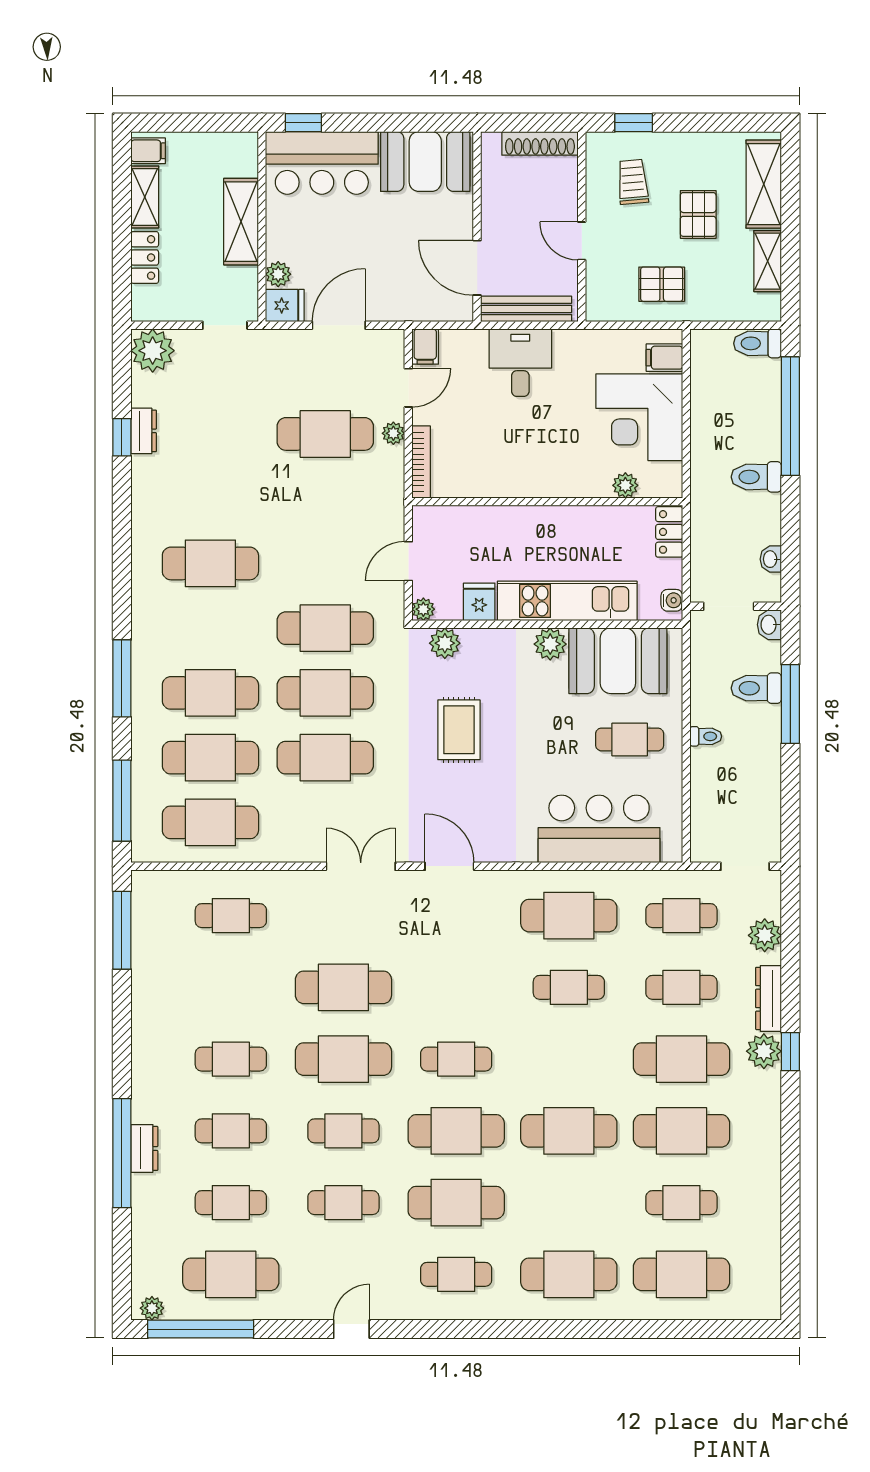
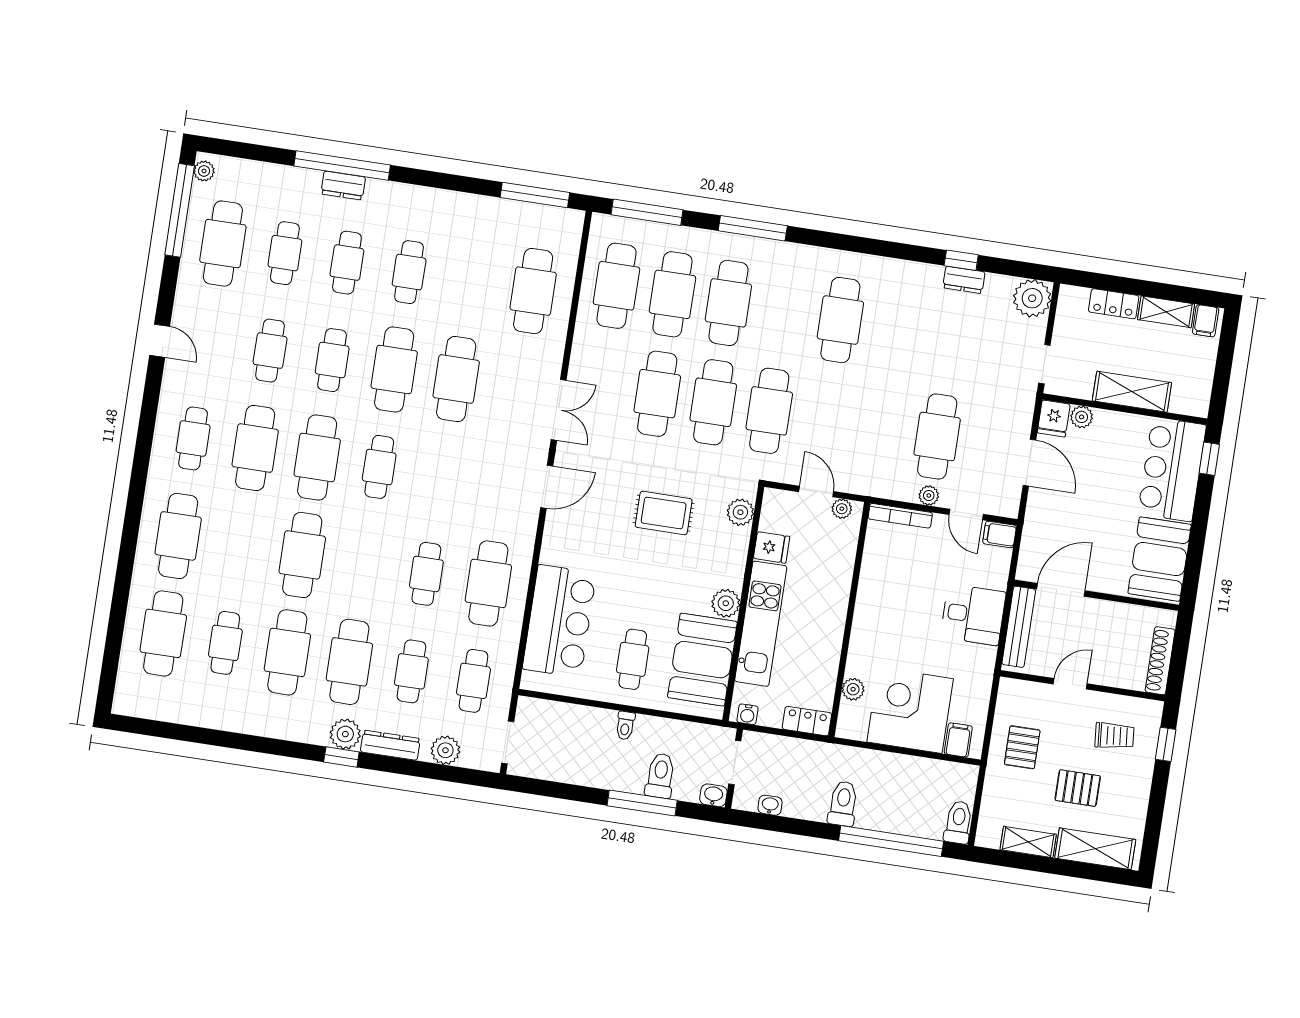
plant: (423, 609) -> (842, 509), moved
cafe table: (231, 916) -> (533, 291), width x1.37, depth x1.35

